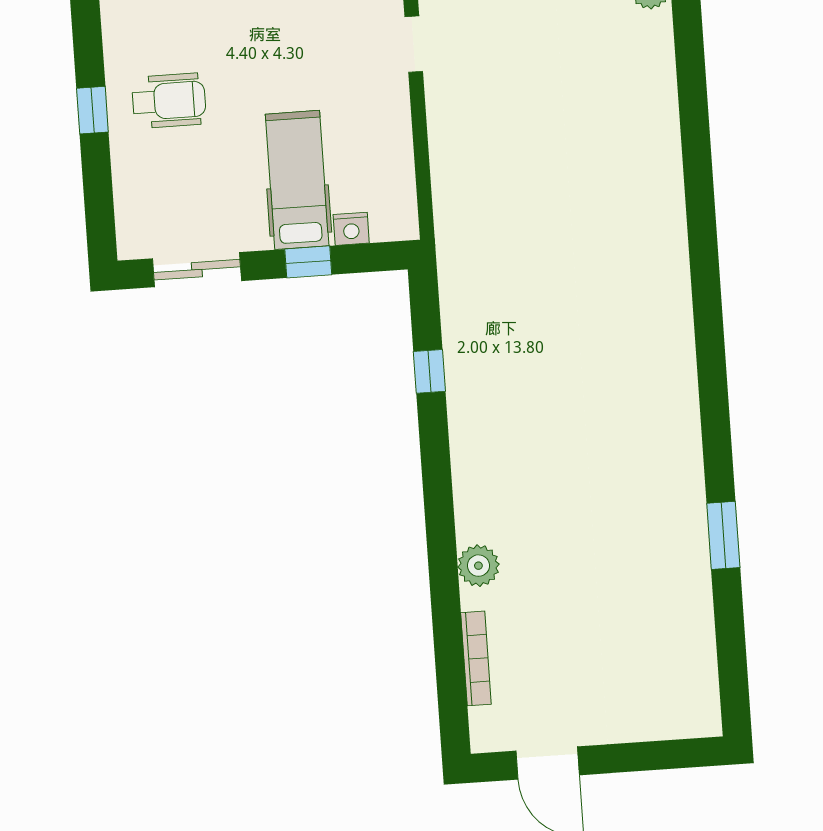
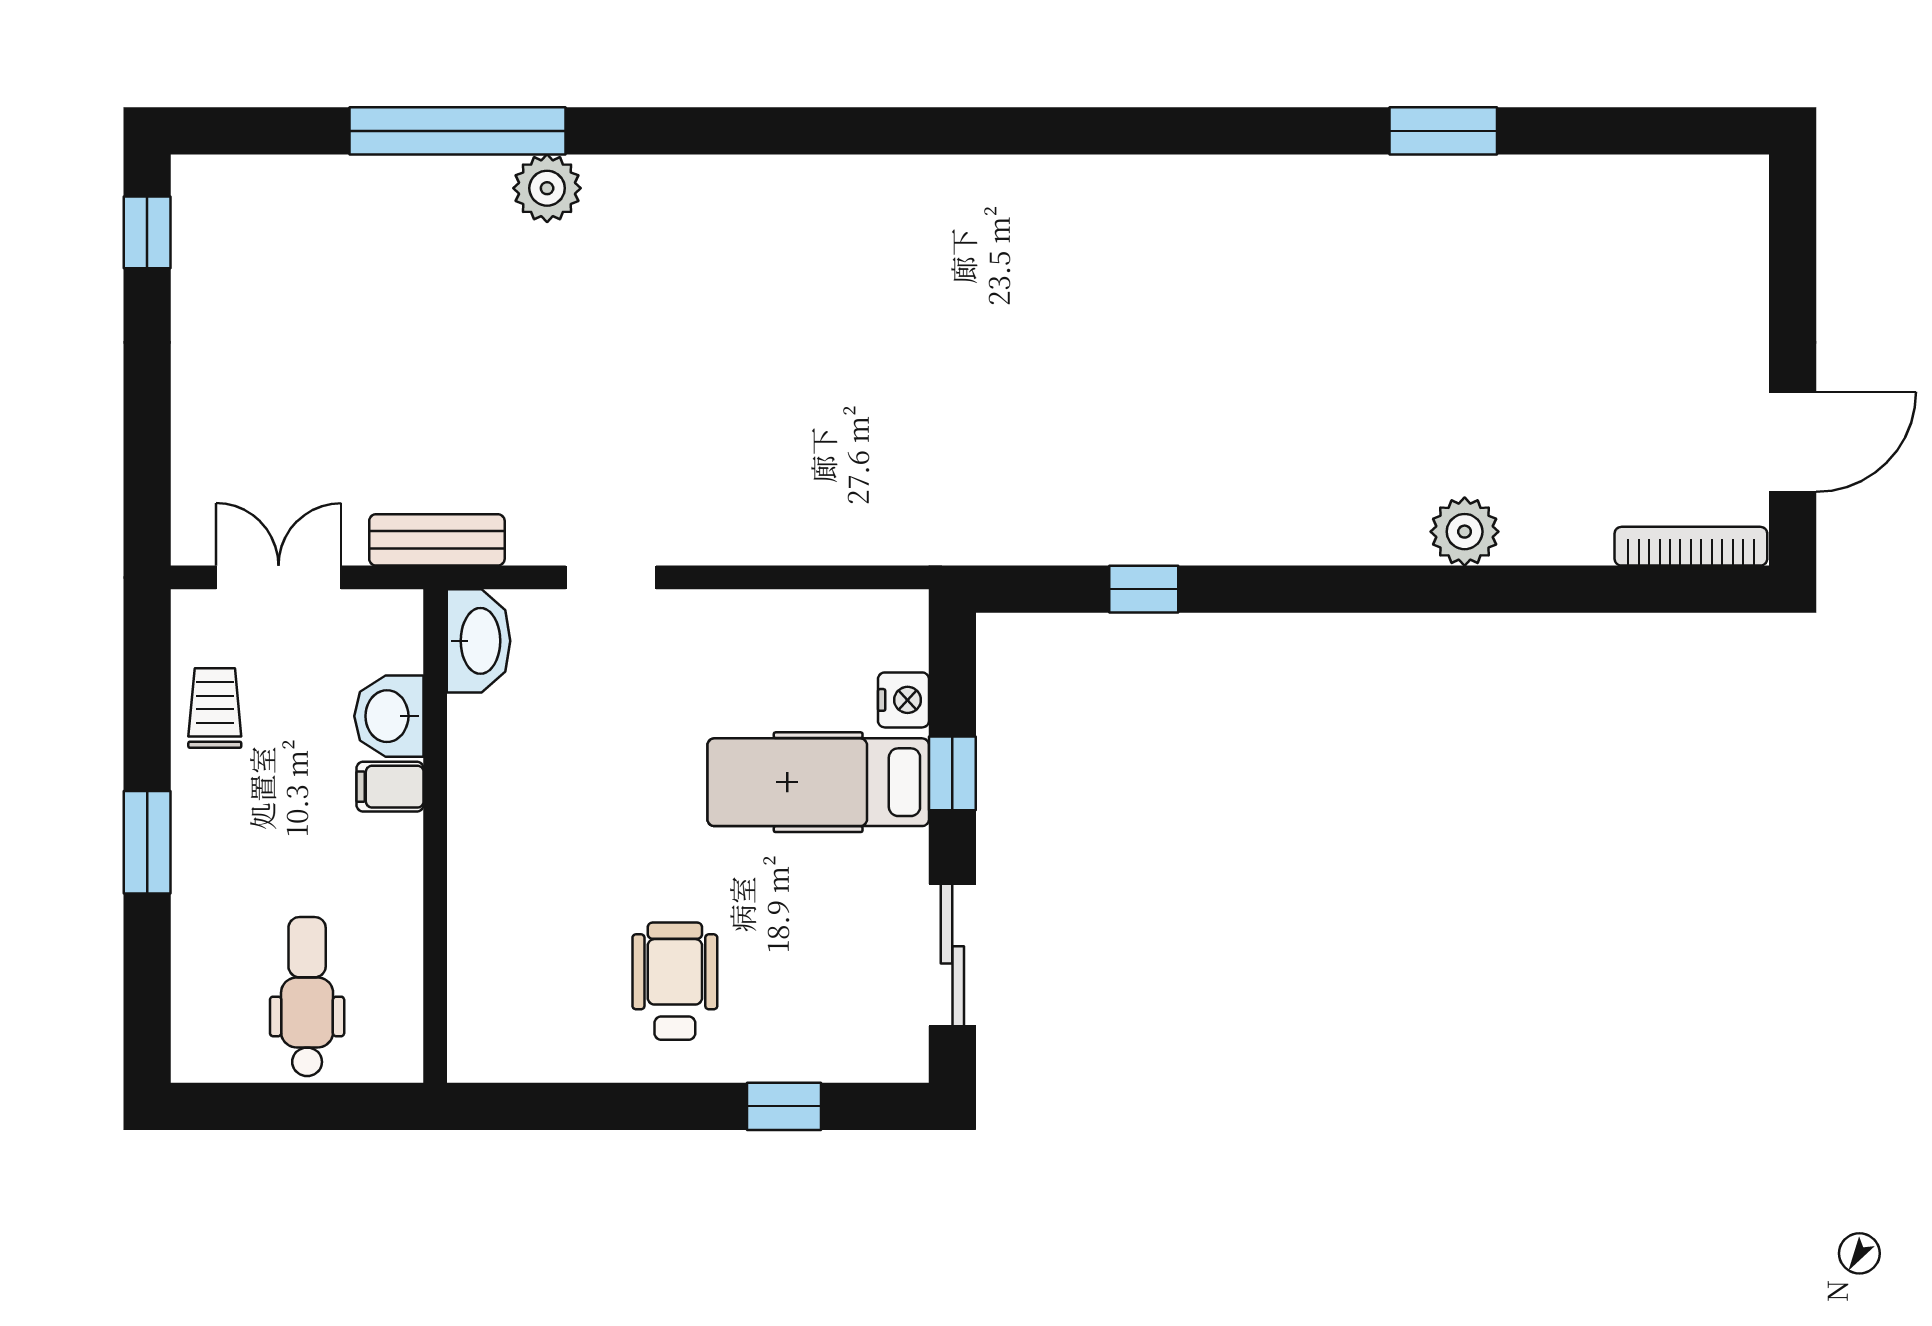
window: (92, 110) -> (784, 1106), moved
bookcase: (476, 658) -> (1691, 546), moved

